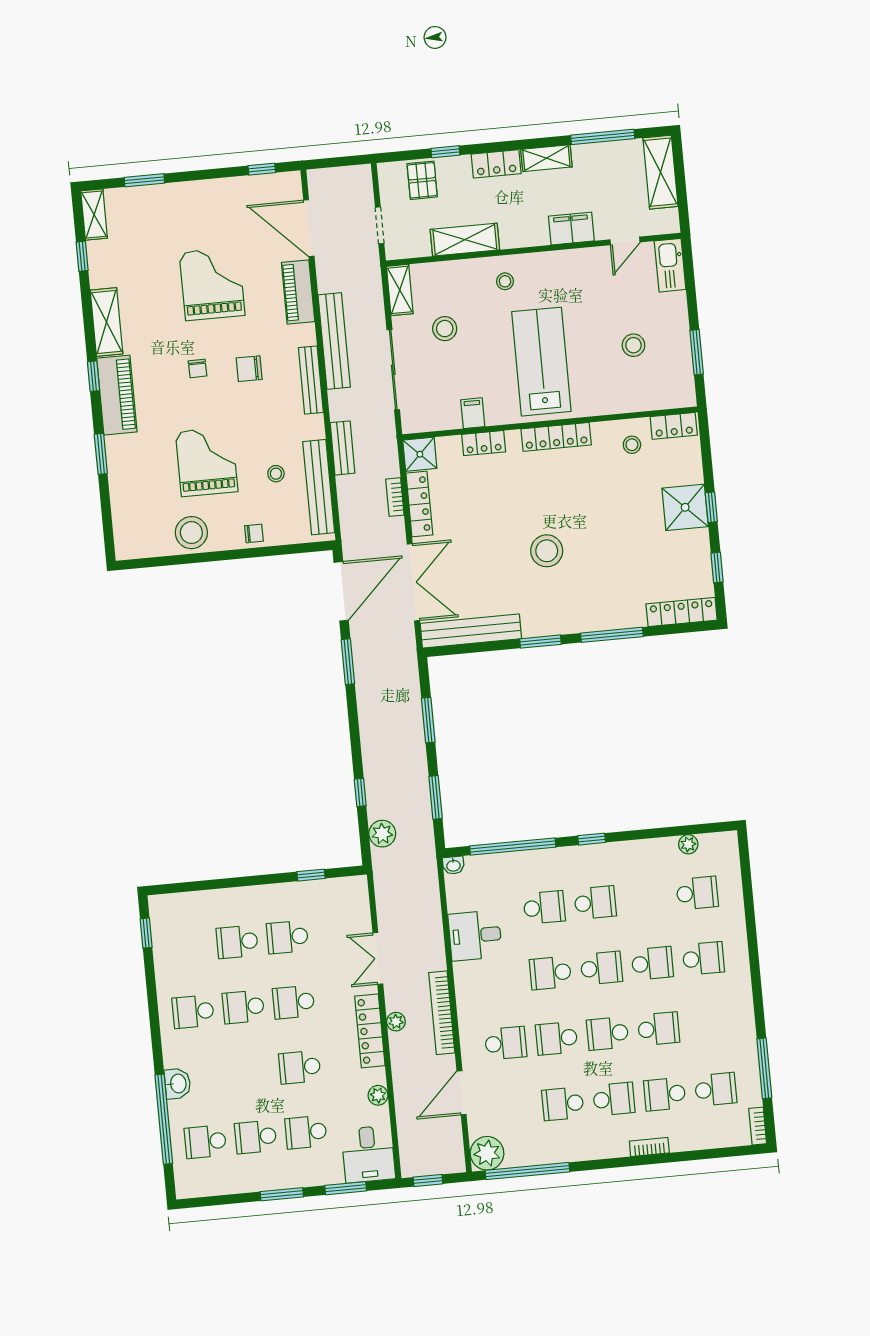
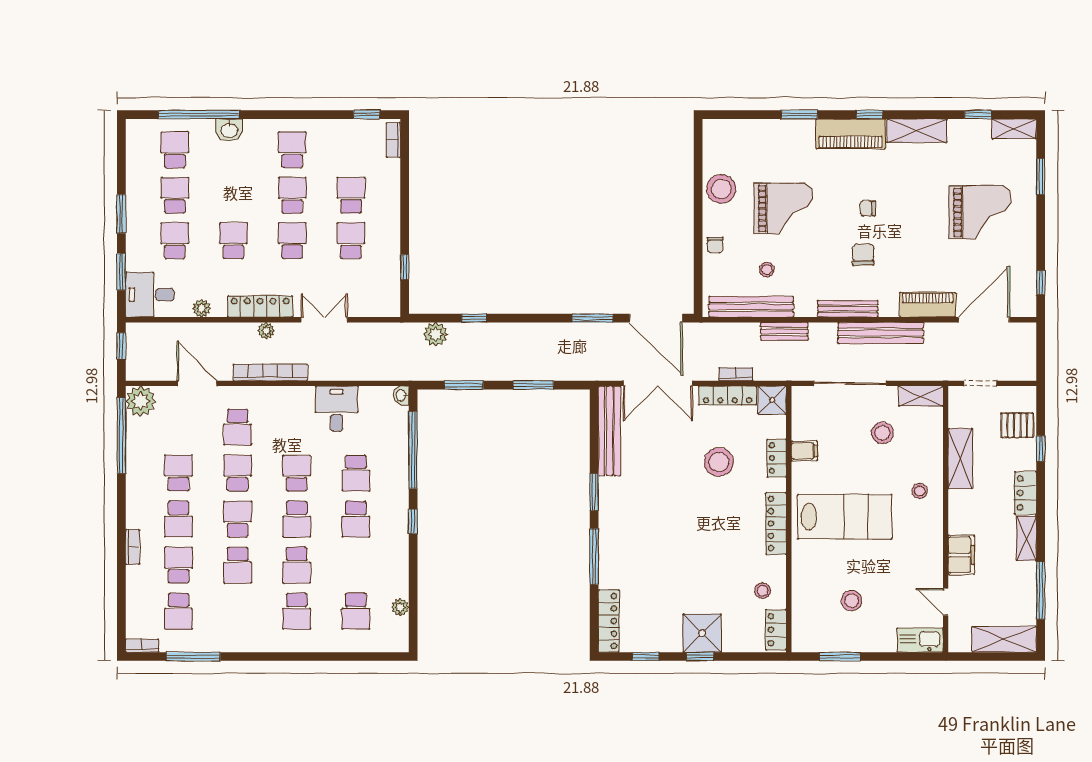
grand piano: (212, 284) -> (980, 212), moved
stool: (547, 551) -> (719, 462), moved
bookcase: (172, 901) -> (393, 140), added

